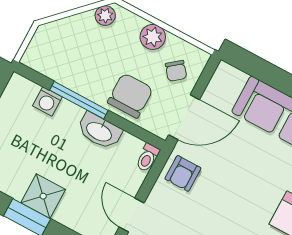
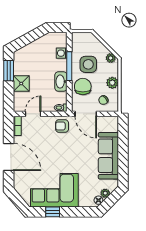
side table: (95, 63) -> (88, 64), added
chair: (130, 96) -> (83, 86), turned -90
shower: (43, 196) -> (21, 84), moved

